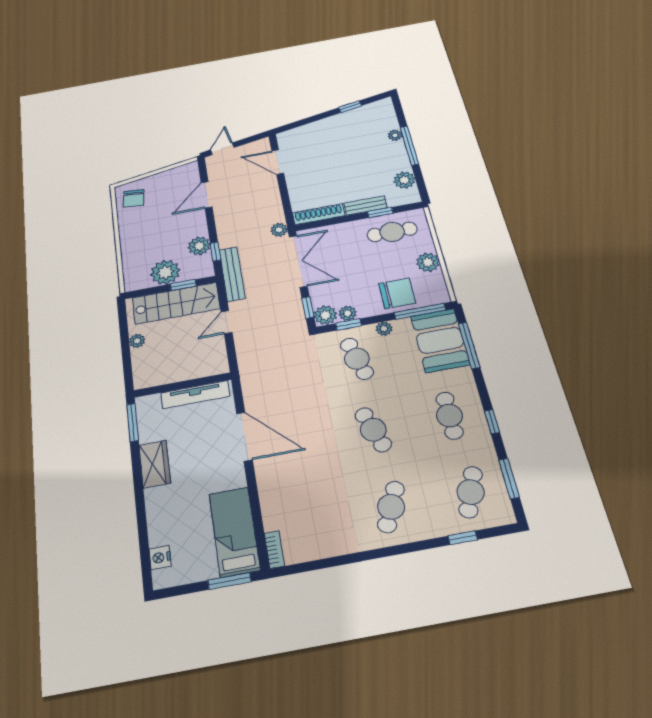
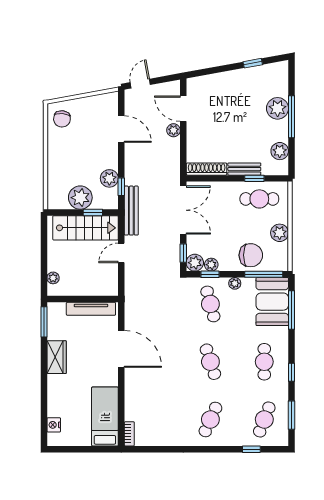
plant: (395, 135) -> (278, 108), width x1.87, depth x1.87
door: (207, 195) -> (121, 129), swing flipped
plant: (279, 230) -> (174, 130), moved
plant: (137, 341) -> (53, 278), moved
window: (229, 581) -> (97, 449), removed

